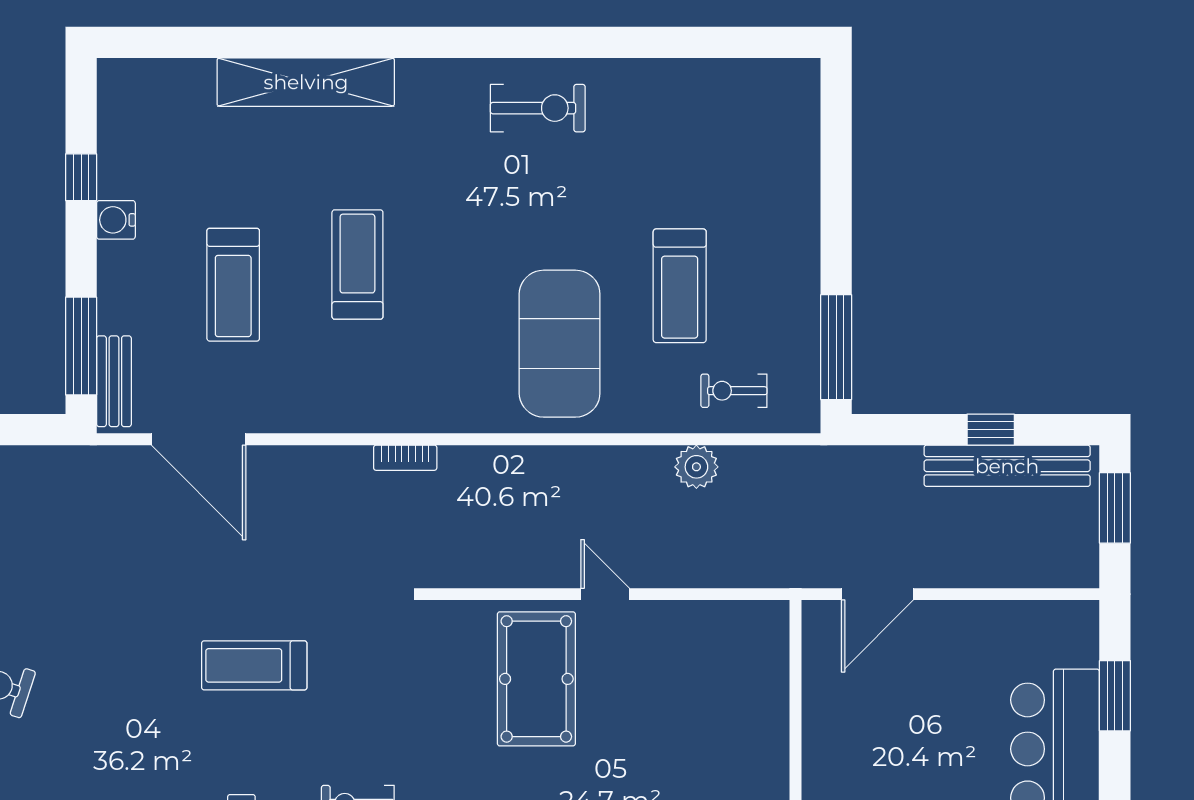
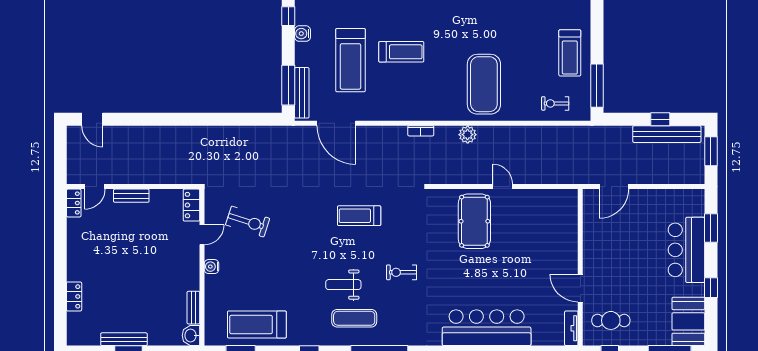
treadmill: (357, 264) -> (401, 52), turned 90
treadmill: (233, 285) -> (350, 60), width x1.37, depth x1.37
treadmill: (680, 286) -> (570, 53), moved
bench: (114, 381) -> (302, 93), width x1.36
plant: (696, 467) -> (468, 135), moved

